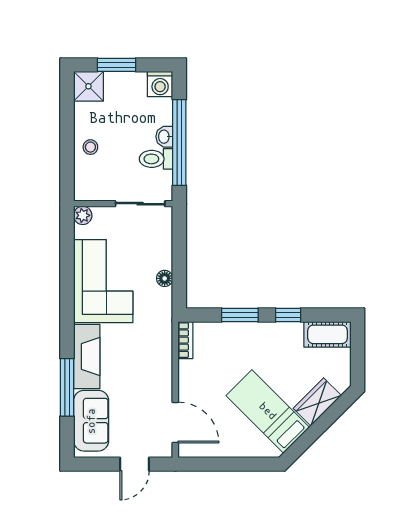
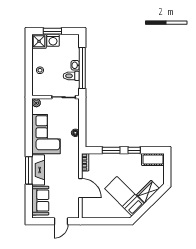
washing machine: (160, 84) -> (53, 40), moved
window: (67, 387) -> (29, 170), moved
door: (175, 423) -> (80, 188), moved

